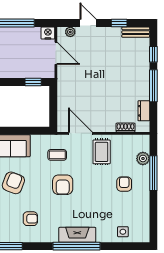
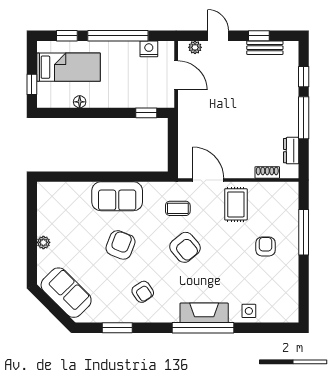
bench: (136, 32) -> (265, 48), moved
nightstand: (48, 33) -> (149, 49), moved
plant: (143, 158) -> (290, 213), removed
armchair: (63, 185) -> (185, 247), turned -40
armchair: (30, 219) -> (143, 292), turned 56
side table: (123, 232) -> (249, 311), moved

